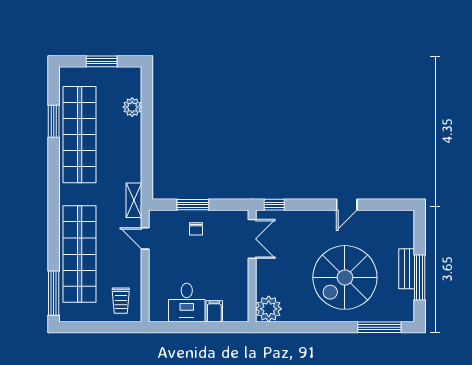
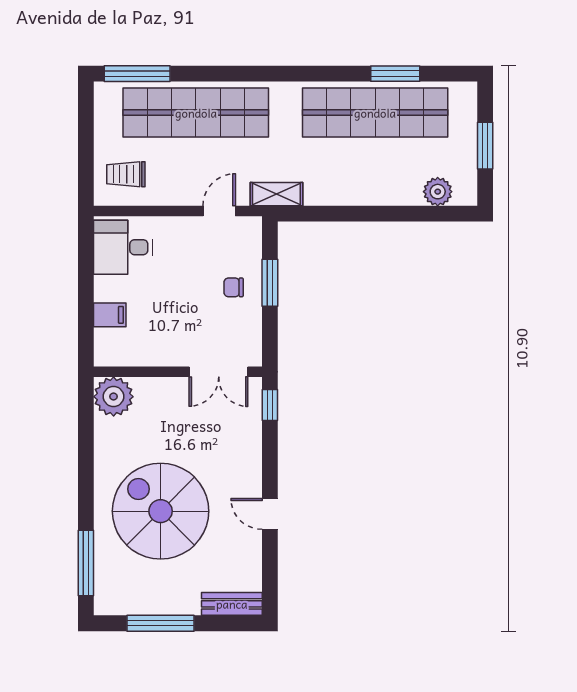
plant: (132, 107) -> (438, 192), moved
bench: (407, 269) -> (232, 604), moved
desk: (187, 303) -> (123, 247), moved

